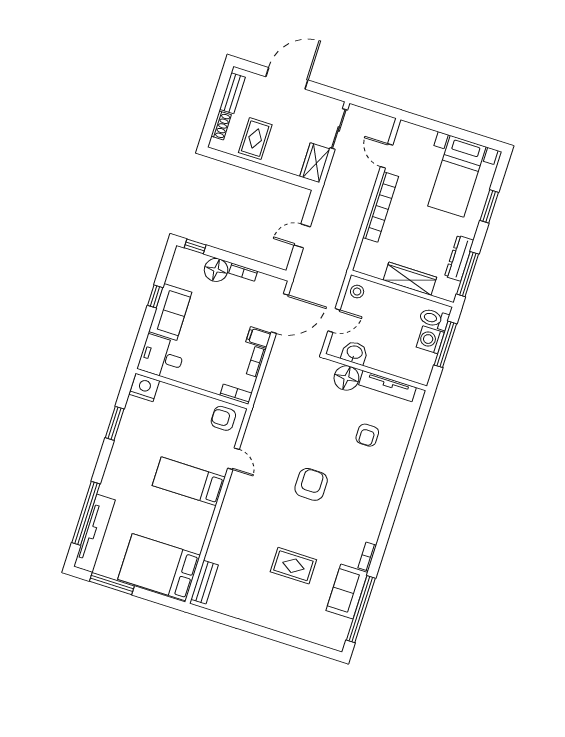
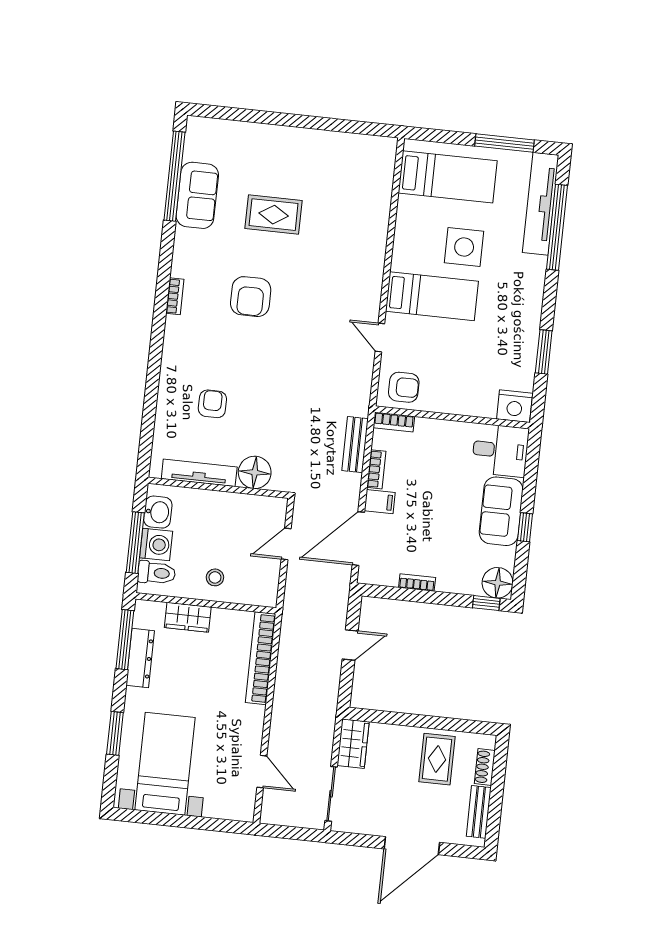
bookcase: (381, 207) -> (261, 658), moved
floor lamp: (216, 270) -> (498, 583), moved
wardrobe: (410, 279) -> (188, 617), width x0.67
stool: (357, 292) -> (215, 577), moved
washbasin: (355, 353) -> (158, 512), moved, turned -90
armchair: (311, 484) -> (251, 297), moved
side table: (158, 513) -> (464, 247), added
bookcase: (367, 557) -> (175, 296), moved
bed: (159, 567) -> (448, 177), width x0.67
bench: (205, 582) -> (355, 445), moved

